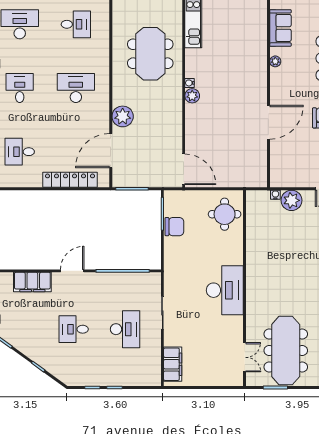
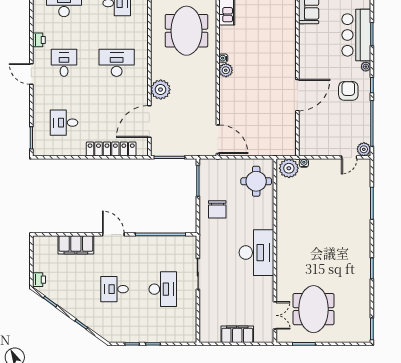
plant: (275, 61) -> (304, 38), removed
plant: (291, 200) -> (289, 168), moved
chair: (174, 227) -> (217, 209), moved, turned 90
door: (72, 271) -> (113, 234), hinge flipped
meeting table: (286, 351) -> (314, 309), width x0.73
filing cabinet: (173, 364) -> (237, 334), moved, turned -90

